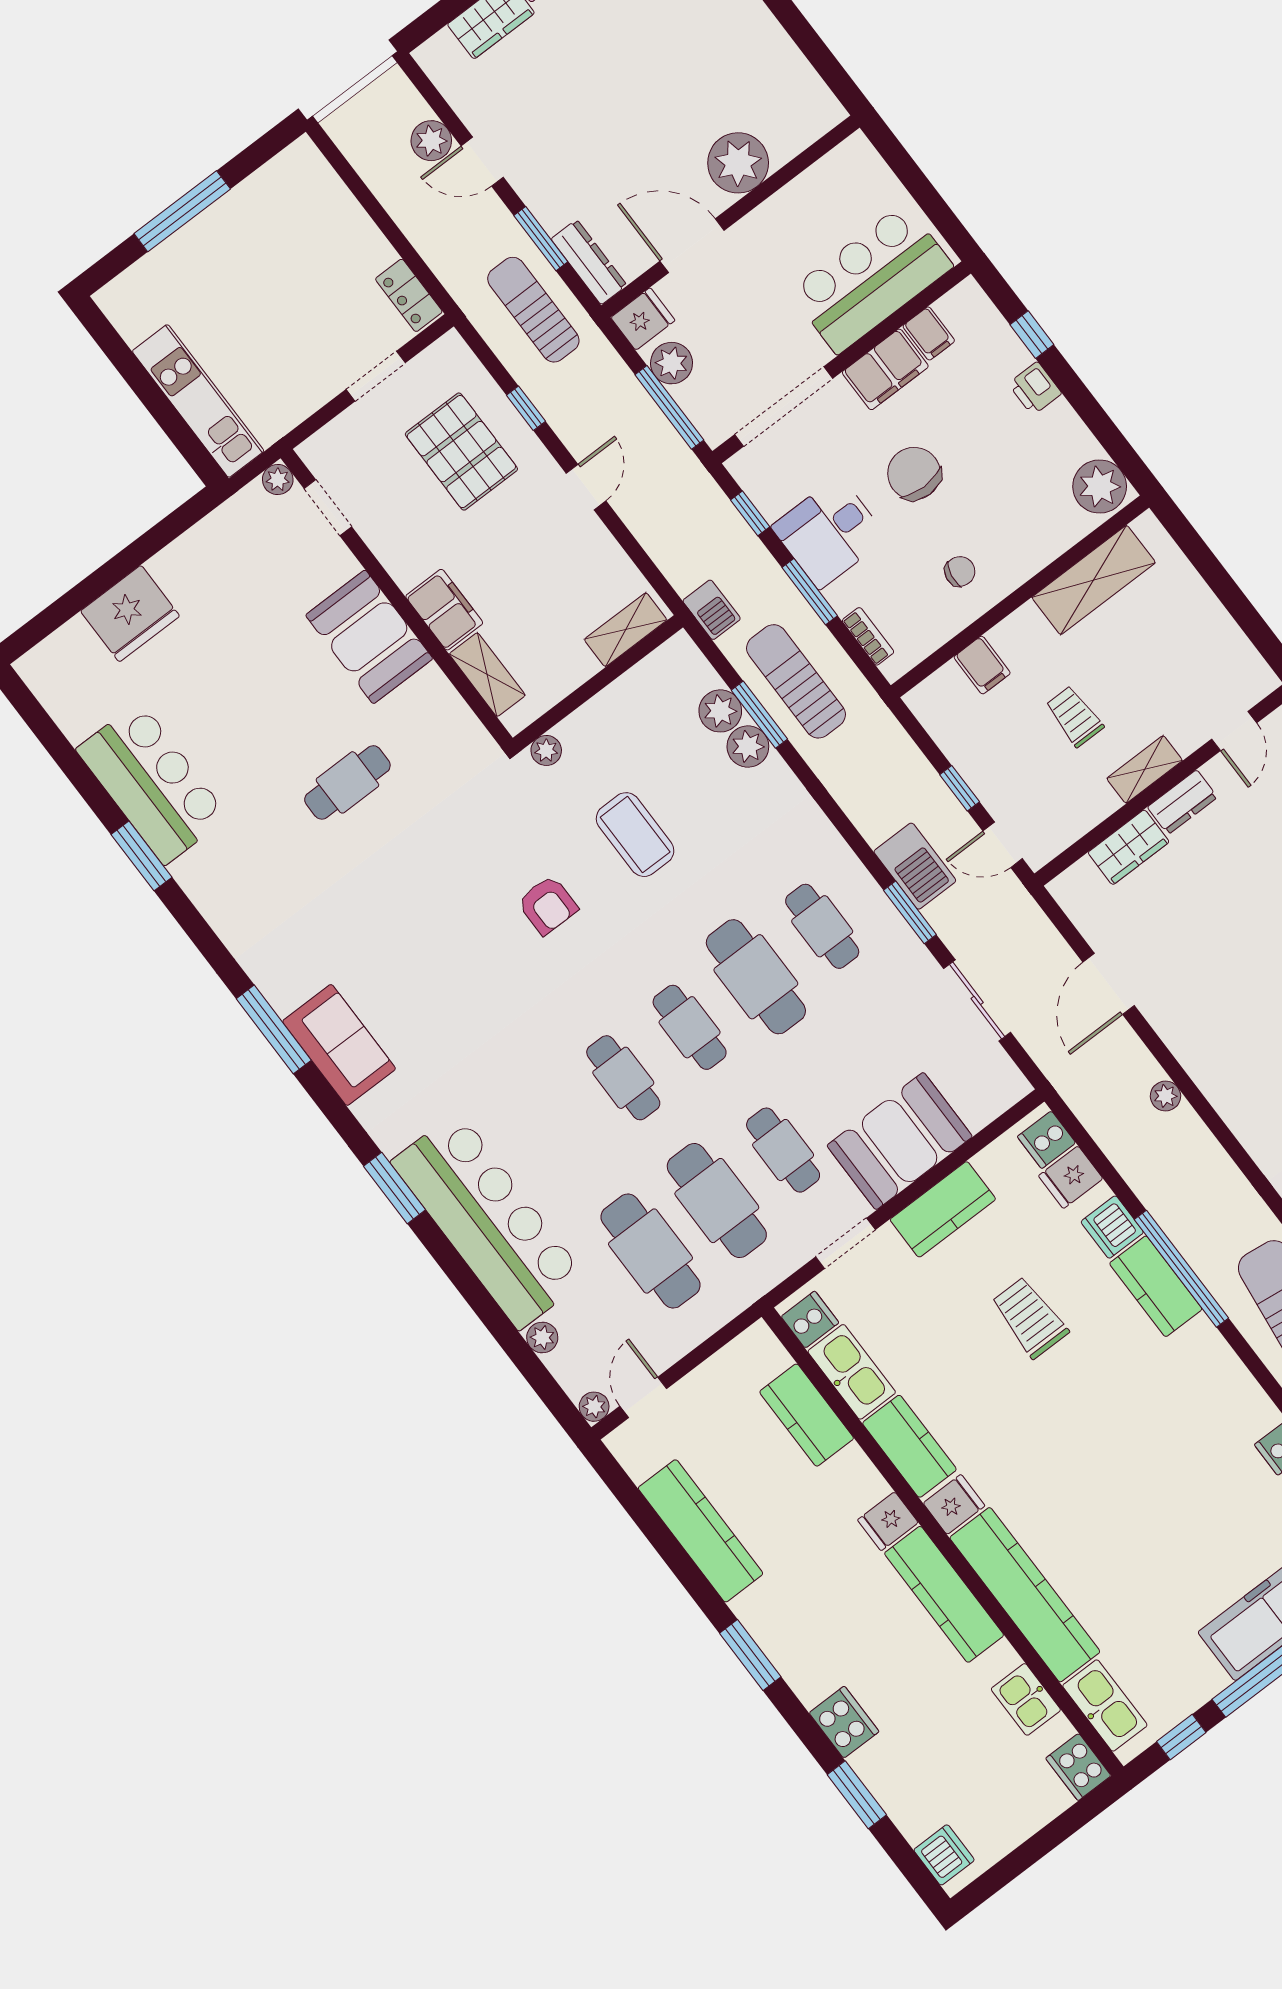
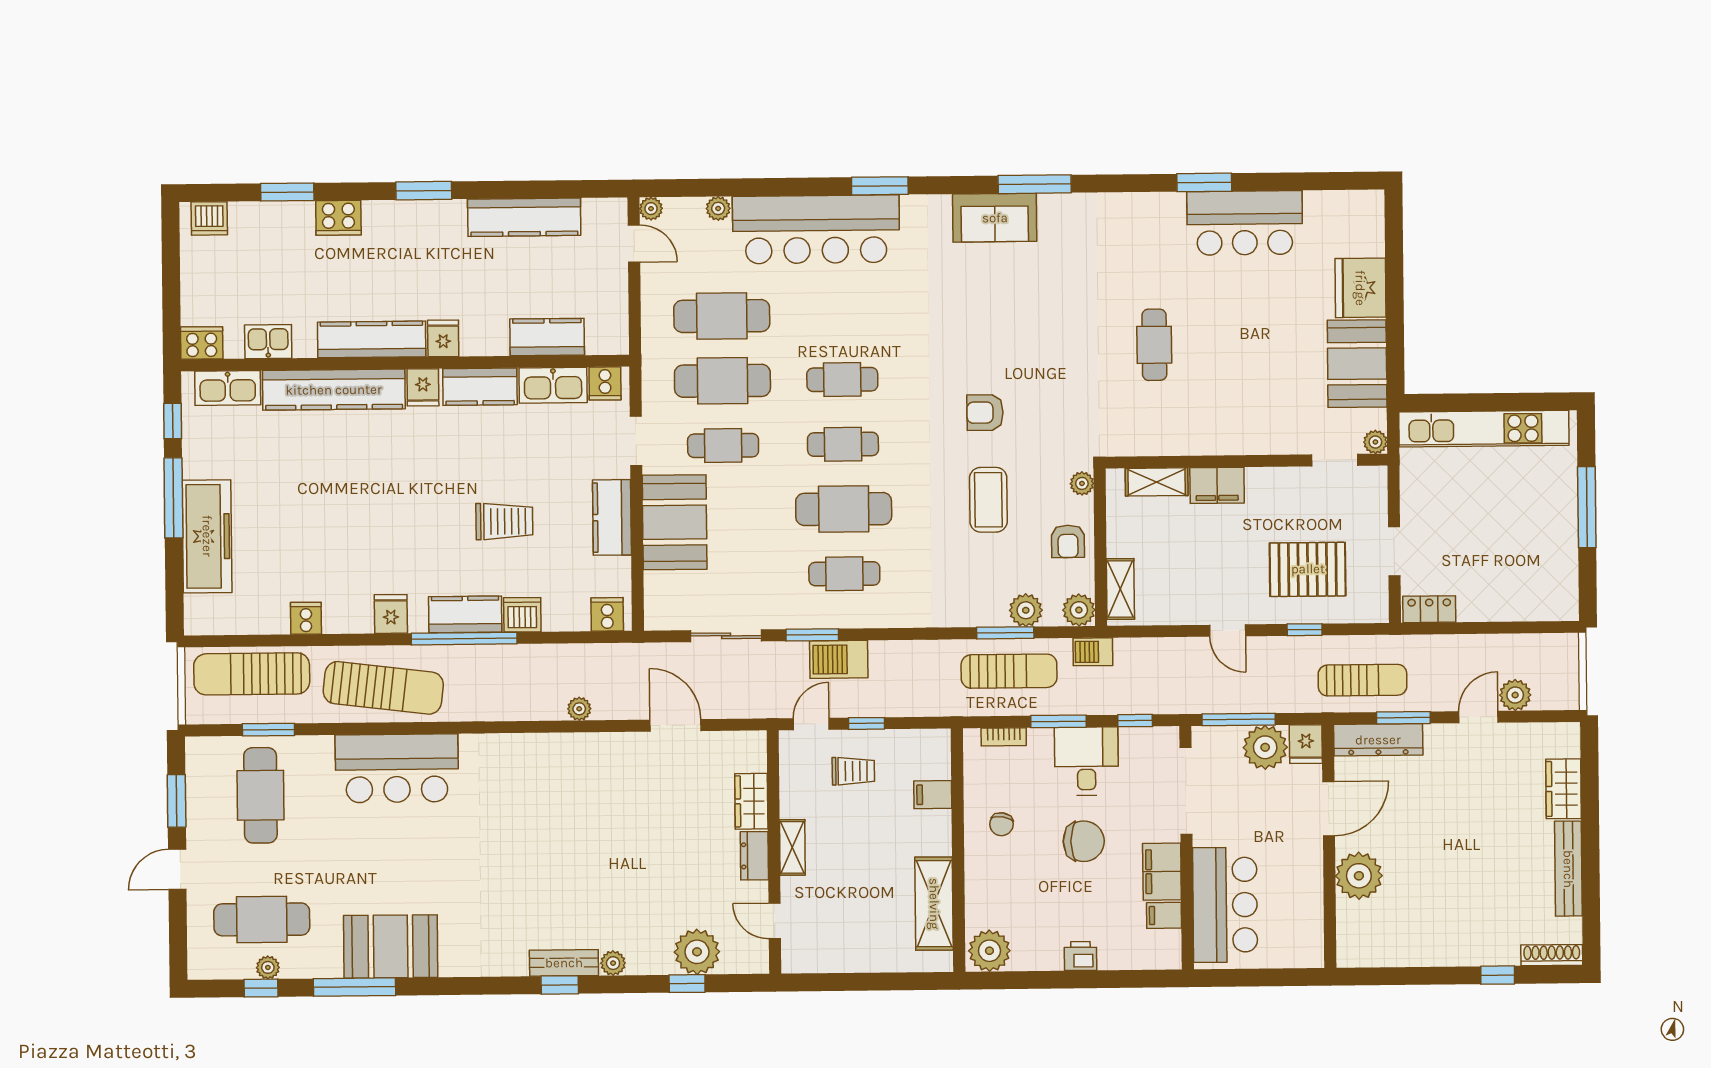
dresser: (589, 262) -> (1378, 740), width x1.37, depth x1.24
window: (1032, 335) -> (1116, 979), removed
plant: (672, 363) -> (1265, 747), width x1.36, depth x1.36
kitchen unit: (198, 401) -> (1484, 429), width x1.36
booth: (369, 637) -> (1357, 364), moved, turned 90
trolley: (1074, 716) -> (853, 771), moved
armchair: (617, 720) -> (1068, 541), added
plant: (748, 747) -> (1079, 610), moved
coffee table: (635, 835) -> (988, 500), turned 90
fridge: (1071, 1177) -> (391, 614), moved

